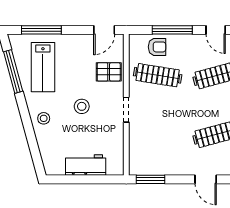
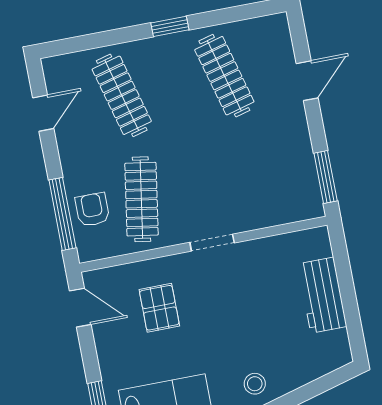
window: (172, 30) -> (62, 214), moved
pallet: (109, 72) -> (159, 308), moved
stool: (82, 106) -> (221, 321), removed

